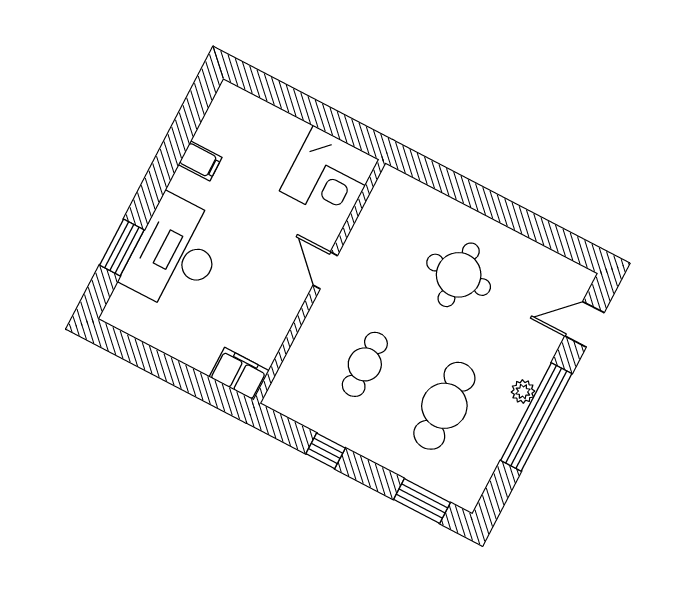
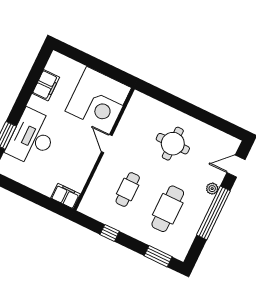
filing cabinet: (200, 161) -> (46, 85), width x2.00
corner desk: (329, 175) -> (98, 99), width x1.36, depth x1.36
plant: (523, 392) -> (212, 189), moved

